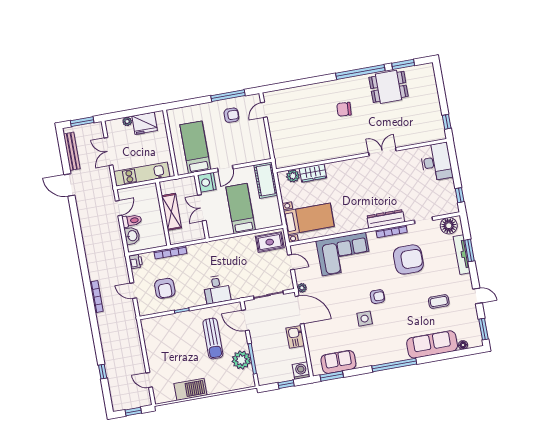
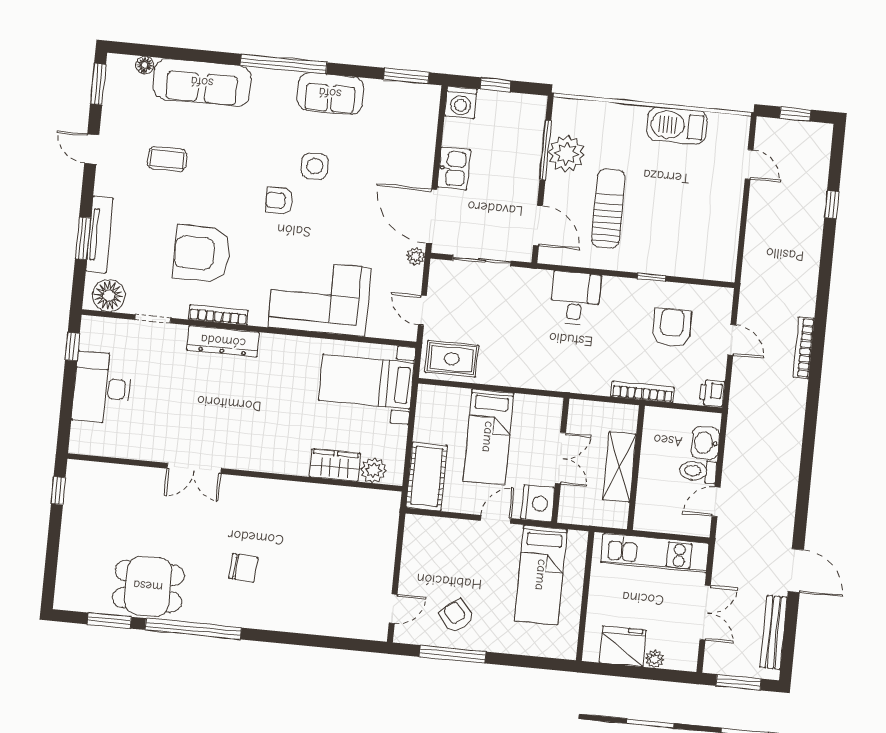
armchair: (231, 115) -> (457, 616), turned 50
desk: (436, 162) -> (102, 388), moved
sofa: (338, 362) -> (330, 93), moved

